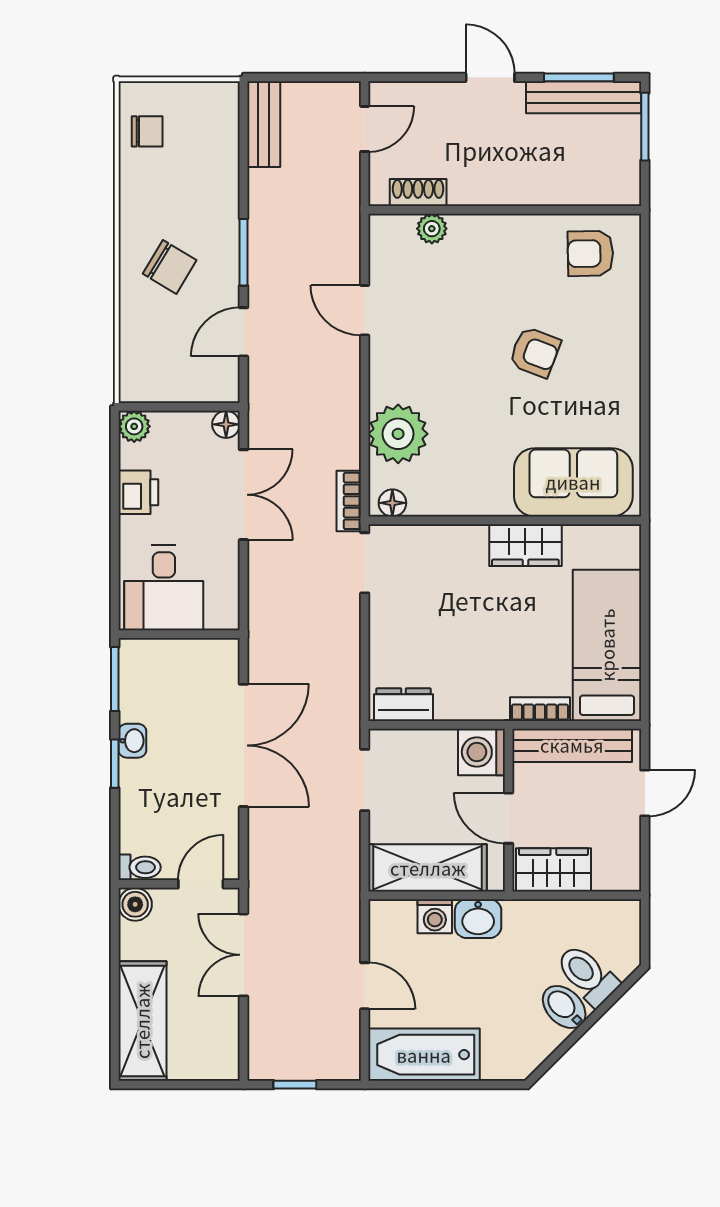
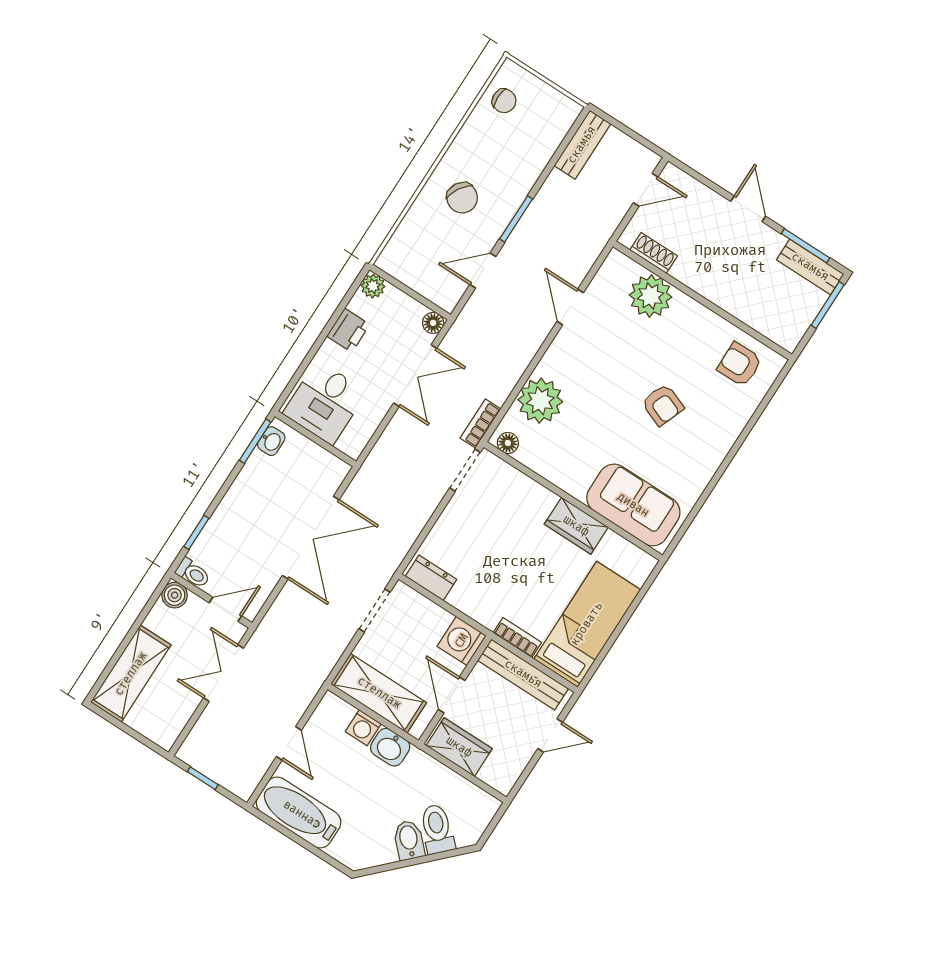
bench: (584, 97) -> (810, 267), width x0.73
plant: (432, 229) -> (651, 296), width x1.88, depth x1.88
washbasin: (132, 741) -> (271, 441), moved
window: (115, 764) -> (196, 532), moved

